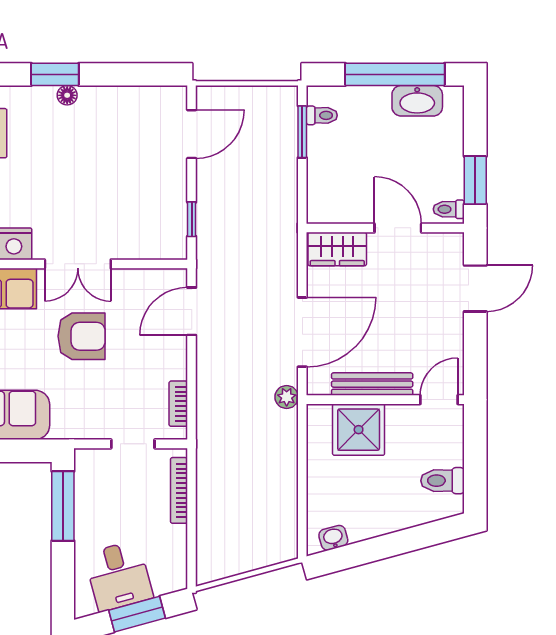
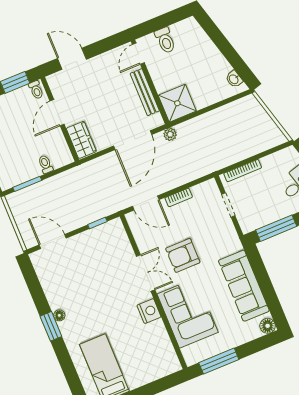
toilet: (322, 115) -> (45, 164), moved
door: (302, 332) -> (133, 140), swing flipped
armchair: (81, 336) -> (183, 255), turned -90
door: (439, 400) -> (138, 54), hinge flipped
bookcase: (178, 404) -> (179, 197), moved
shower: (359, 430) -> (177, 103), moved
toilet: (443, 481) -> (165, 40), moved

